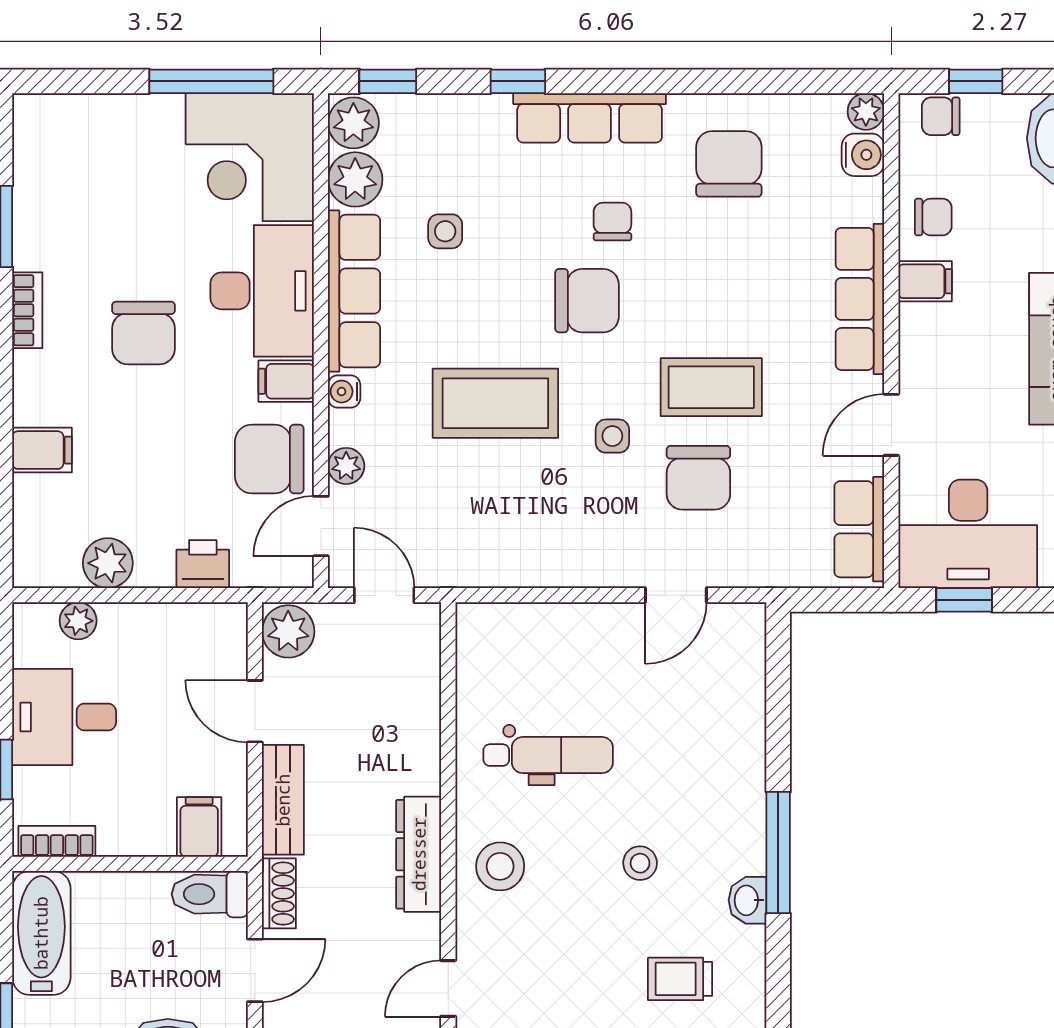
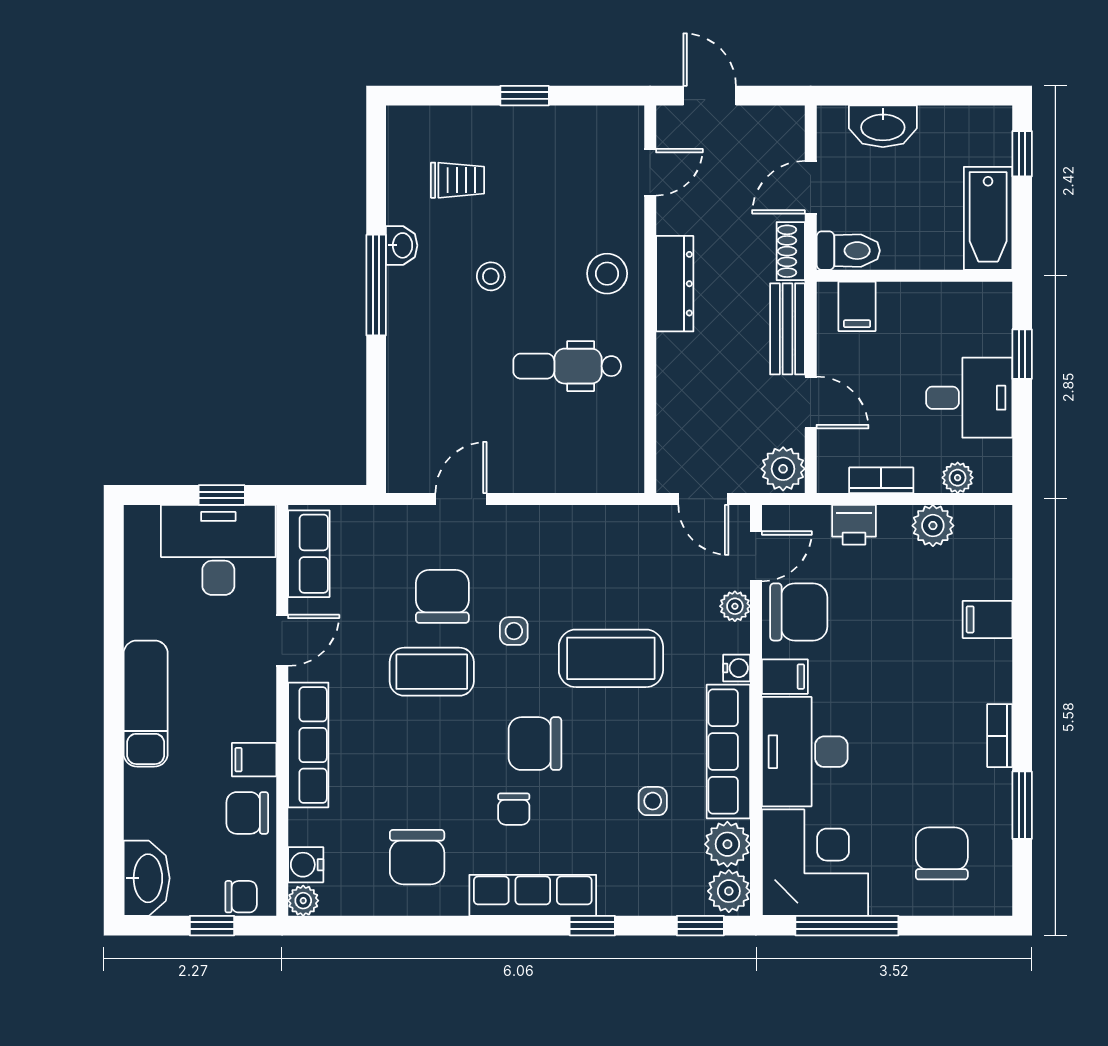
chair: (933, 217) -> (247, 813), width x1.37, depth x1.37
chair: (144, 333) -> (942, 853), moved
bookcase: (57, 841) -> (881, 480), moved, turned 180

